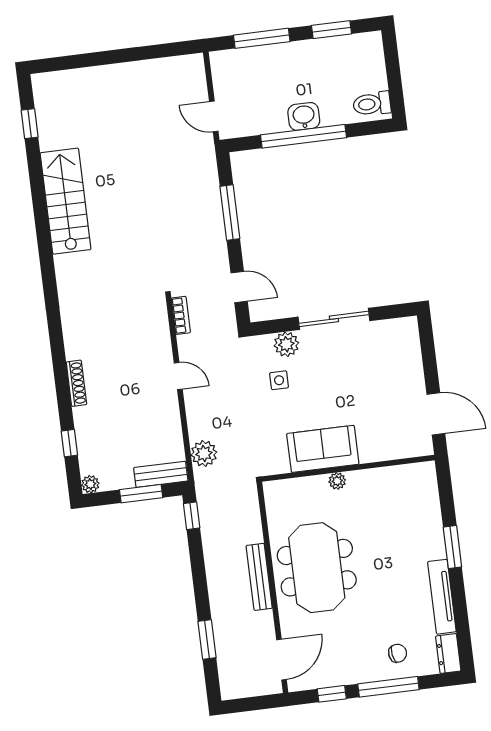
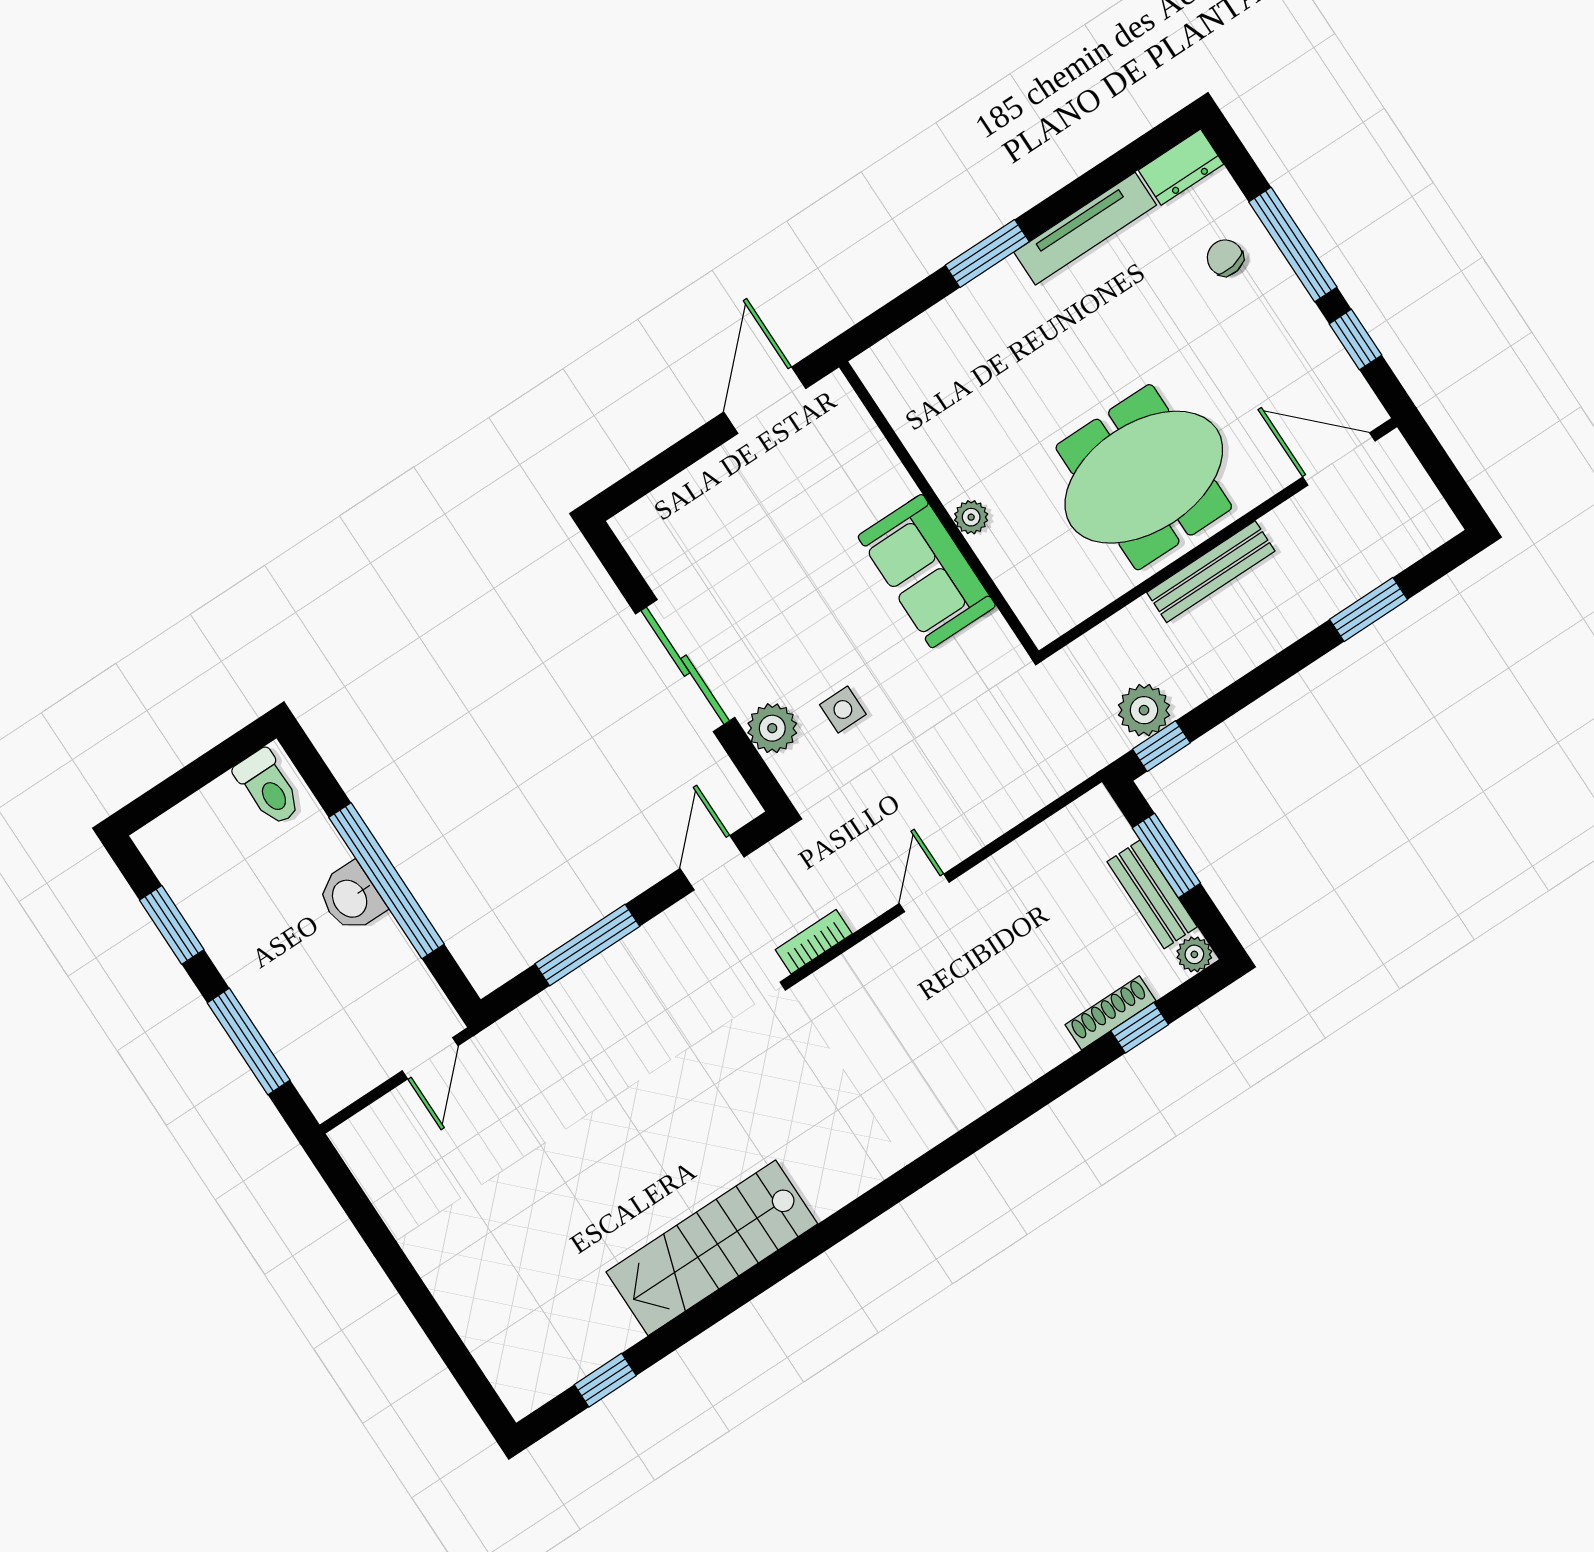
shoe rack: (76, 383) -> (1110, 1013), moved
plant: (204, 454) -> (1144, 710), moved
bench: (161, 474) -> (1152, 894), moved

